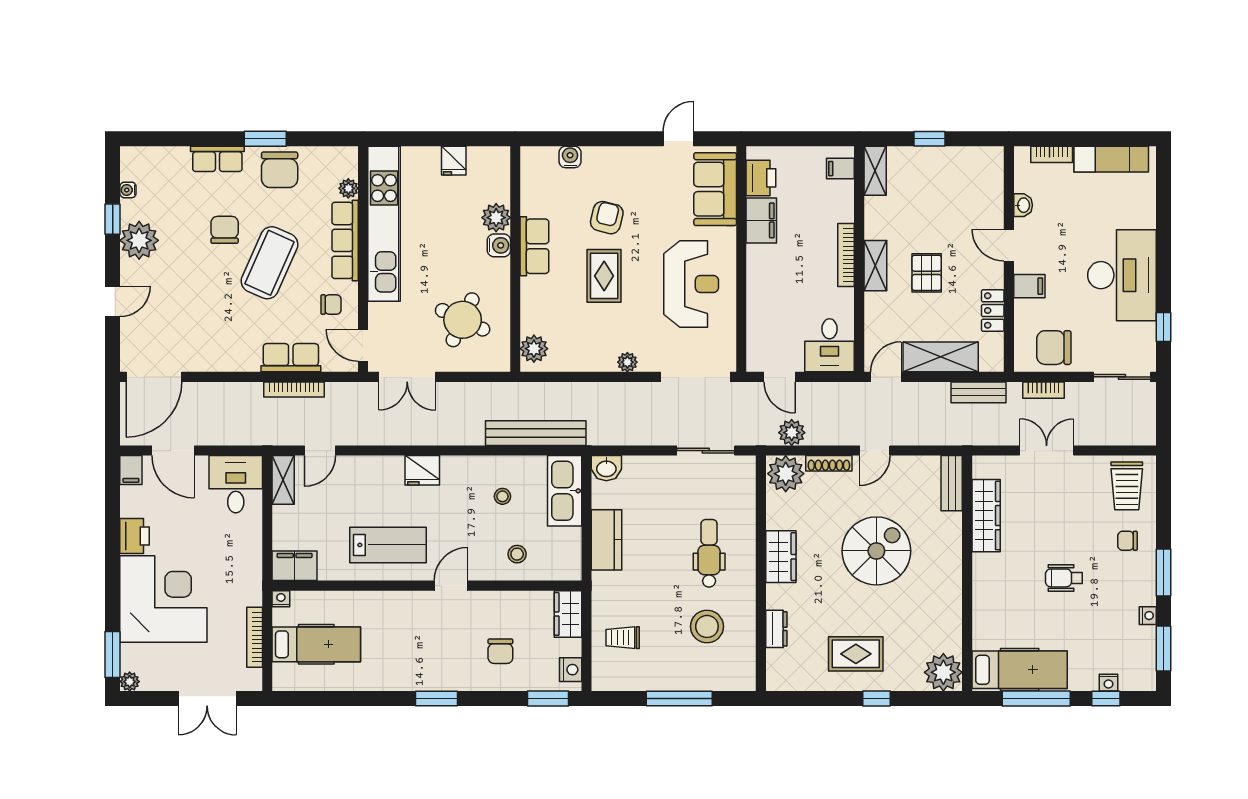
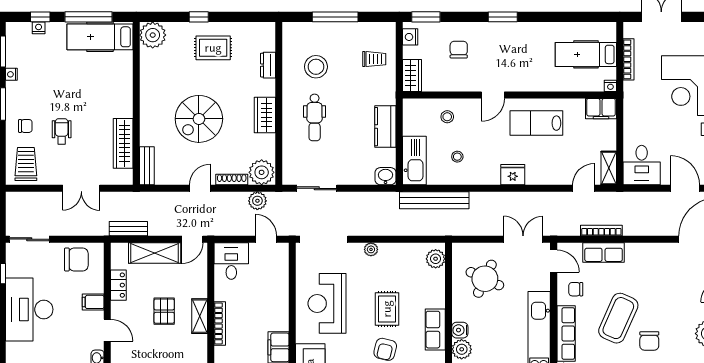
bookcase: (1044, 390) -> (83, 230), removed
wheelchair: (1064, 578) -> (62, 131), moved, turned -90

